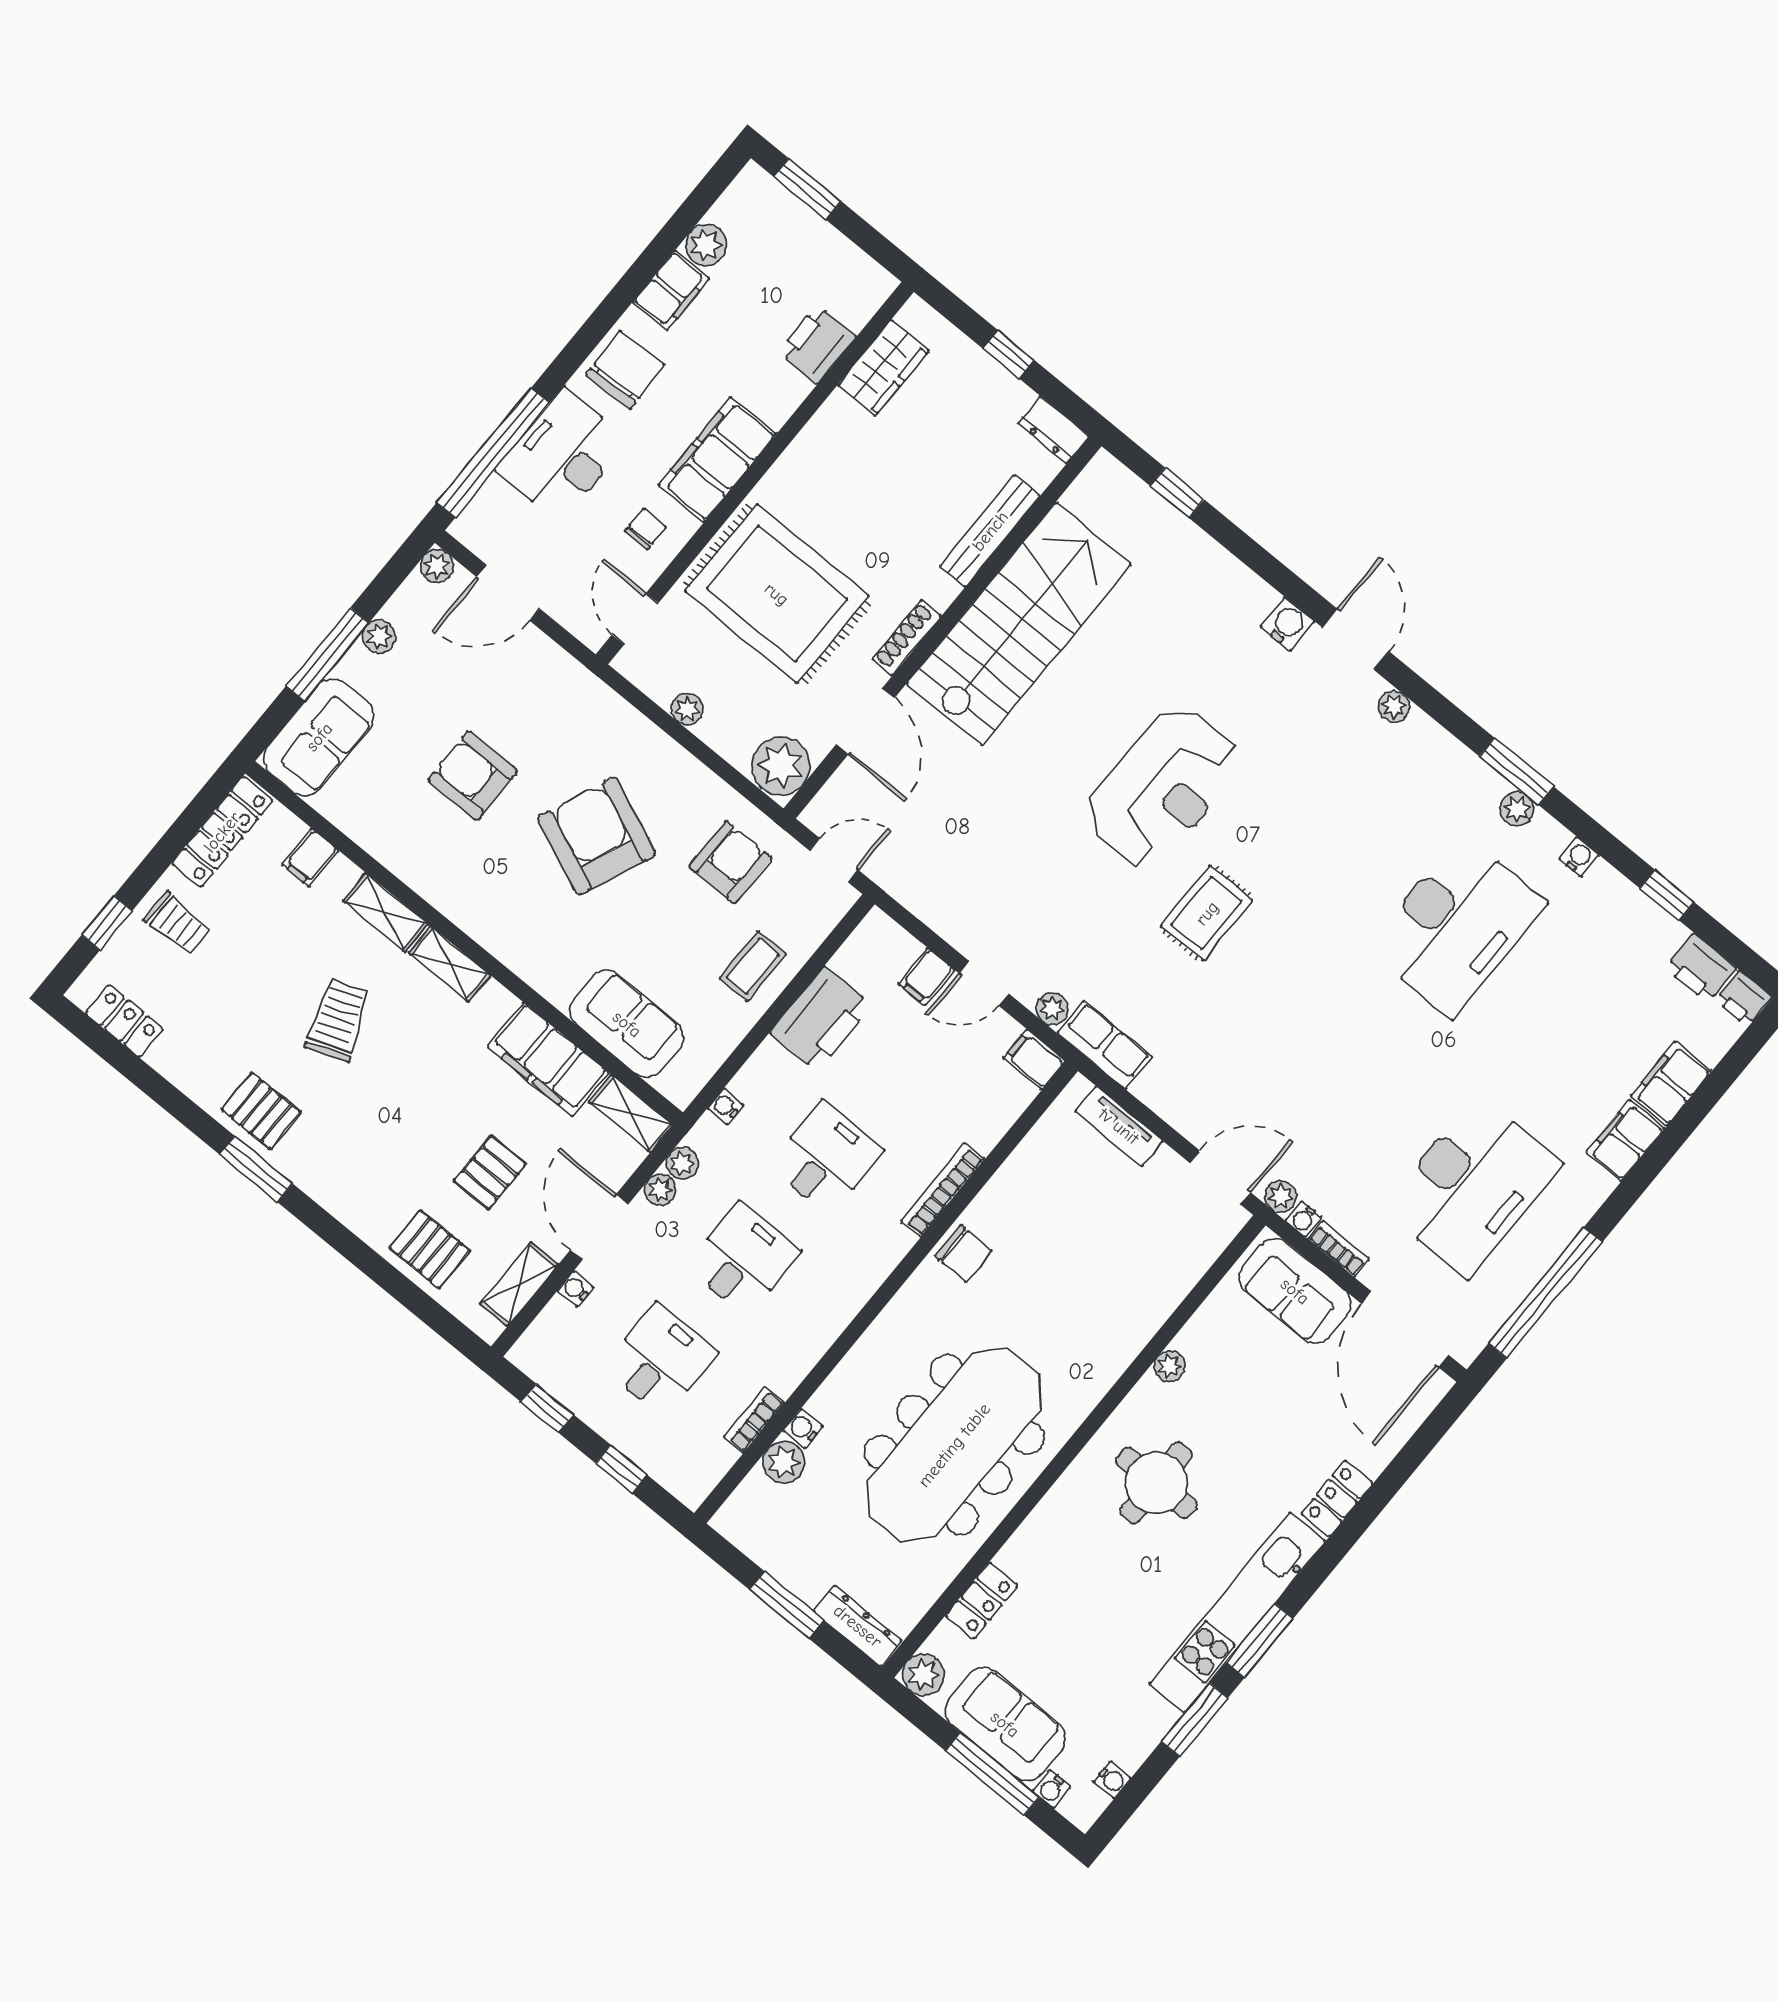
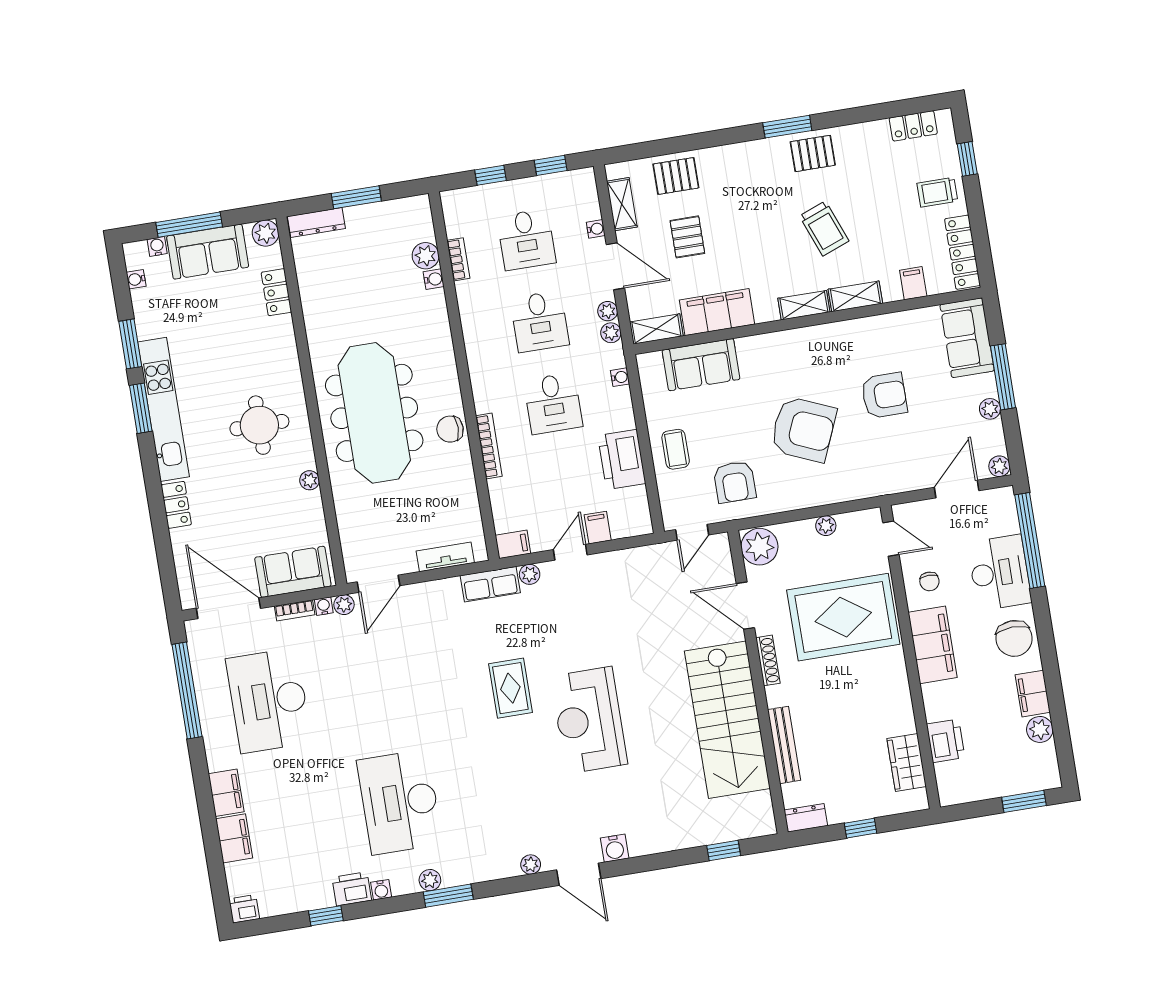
printer: (1701, 968) -> (352, 889), moved
meeting table: (954, 1445) -> (374, 413), moved

